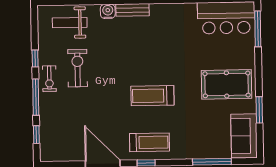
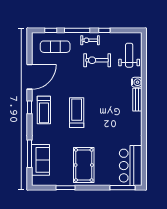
exercise bike: (78, 68) -> (97, 60), turned 180
exercise mat: (59, 128) -> (55, 47), added
sofa: (244, 136) -> (40, 160), moved, turned 90

